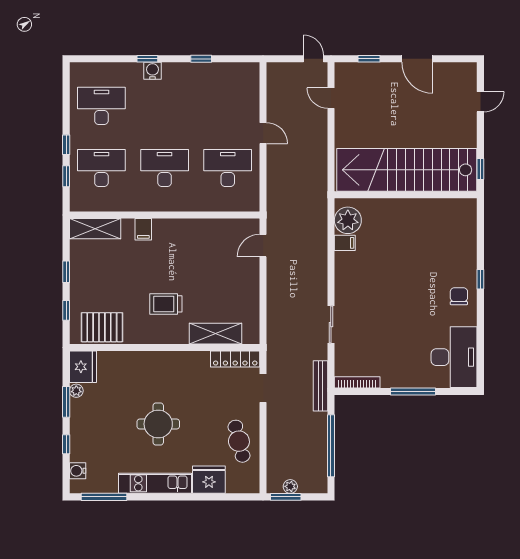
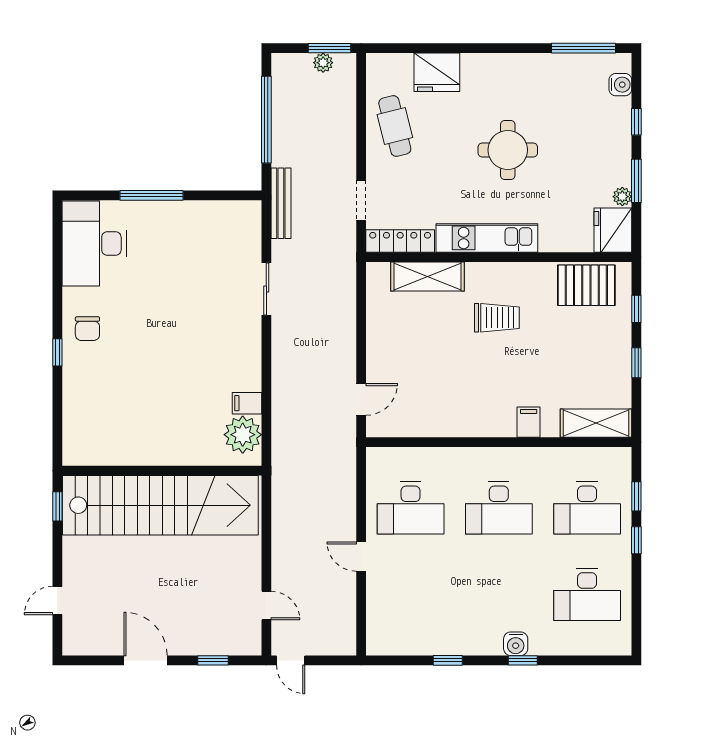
bookcase: (357, 382) -> (230, 208), removed
kitchen unit: (155, 483) -> (487, 238), moved, turned 180

